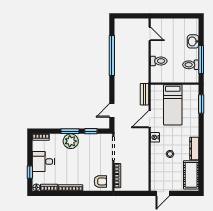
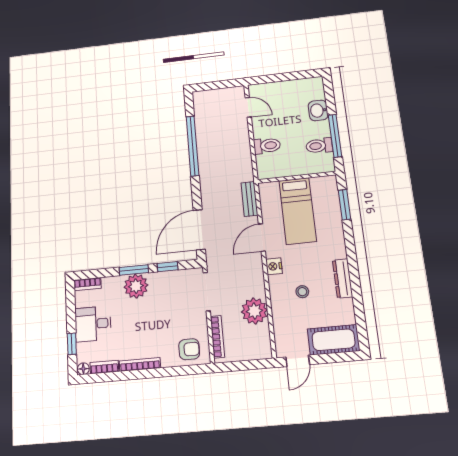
door: (112, 110) -> (199, 230), width x1.88
plant: (141, 163) -> (254, 311), added
cot: (191, 175) -> (334, 340), moved, turned 90

